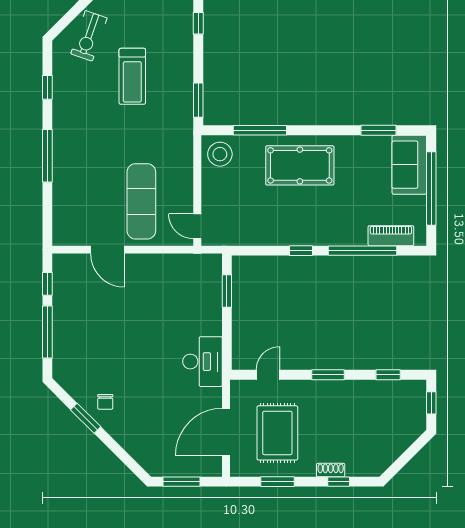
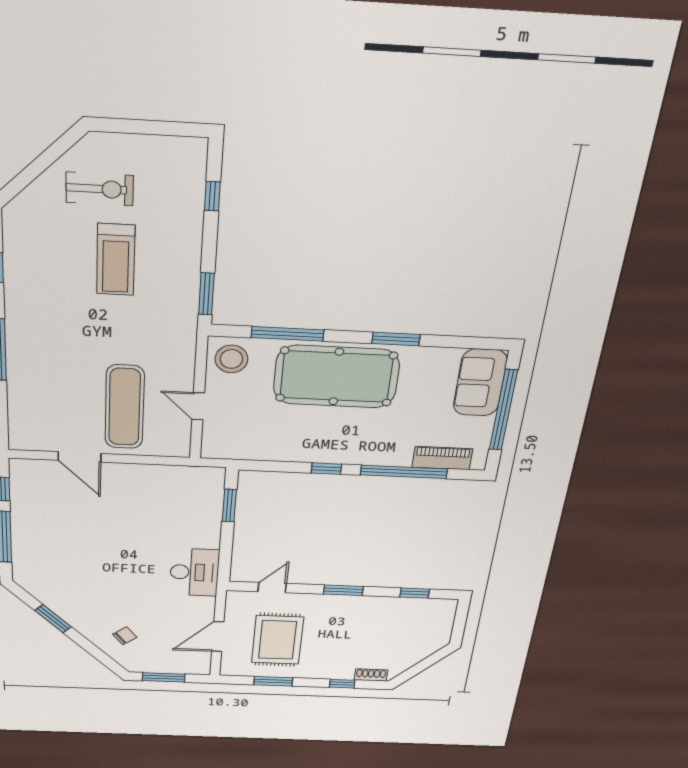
exercise bike: (89, 36) -> (100, 189), moved, turned -109
window: (378, 130) -> (396, 339), moved
pool table: (300, 165) -> (336, 377), width x1.36, depth x1.32
door: (197, 226) -> (198, 406), moved
chair: (105, 402) -> (125, 636), moved, turned -128
window: (431, 403) -> (460, 620), removed
door: (226, 432) -> (218, 637), width x0.73
shoe rack: (331, 470) -> (371, 675), moved

